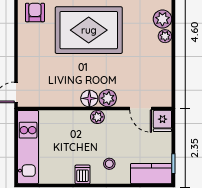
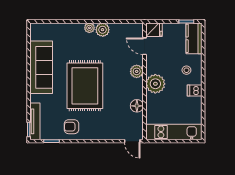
plant: (162, 19) -> (103, 30), moved
floor lamp: (89, 98) -> (137, 106), moved
door: (141, 109) -> (144, 46), swing flipped
plant: (97, 117) -> (155, 84), width x1.87, depth x1.87

